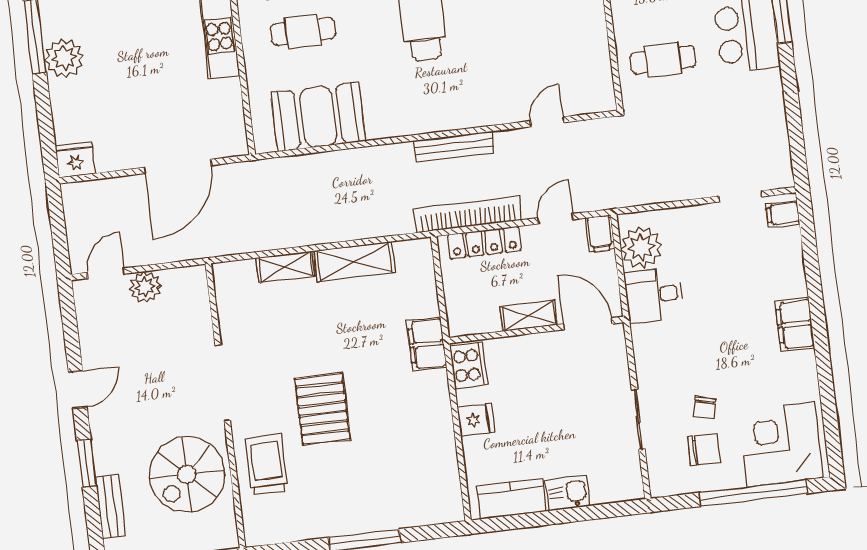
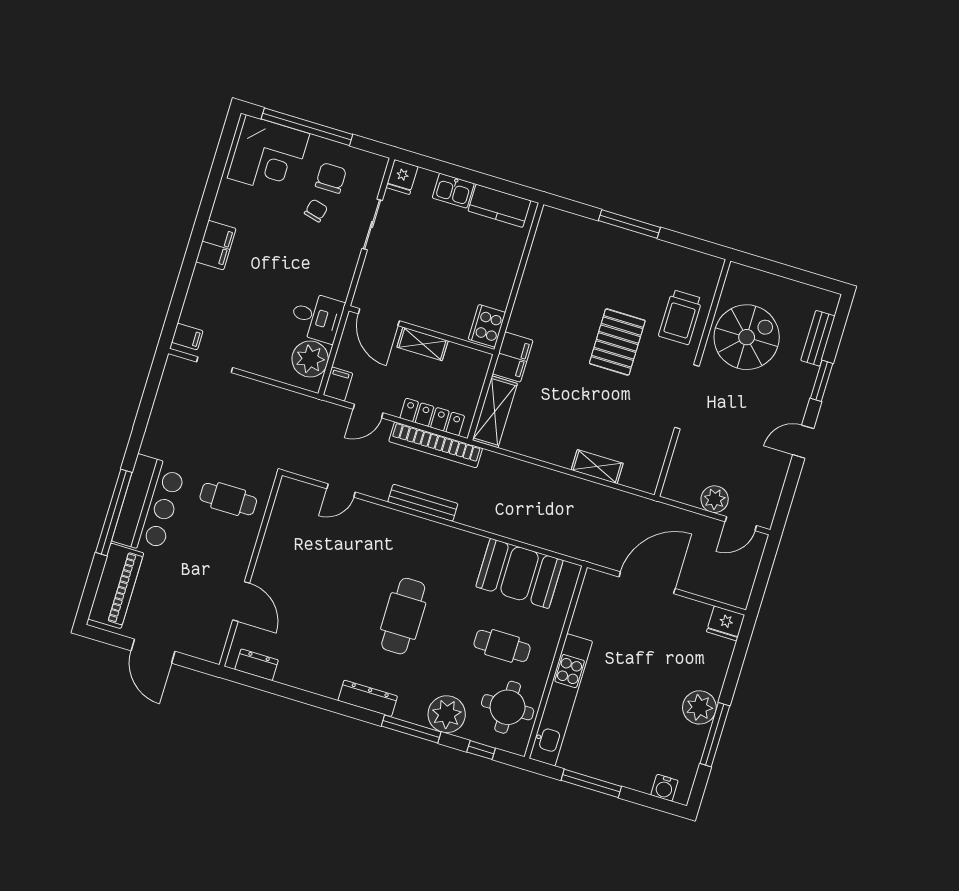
shelving: (354, 262) -> (495, 412), moved, turned 90
fridge: (476, 420) -> (402, 177), moved, turned -90
chair: (704, 450) -> (331, 178), turned 90

